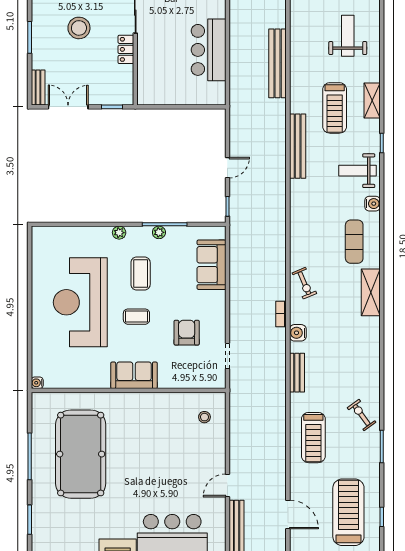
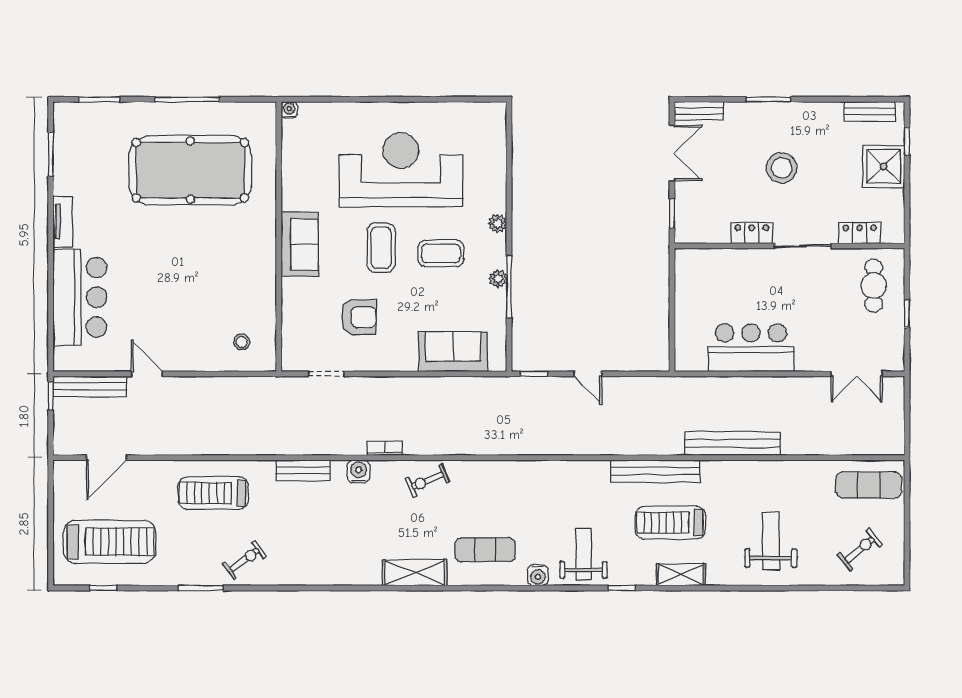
weight bench: (348, 36) -> (771, 541), turned -90
bench: (298, 146) -> (655, 471), moved
coffee table: (136, 317) -> (381, 248), width x1.36, depth x1.30

